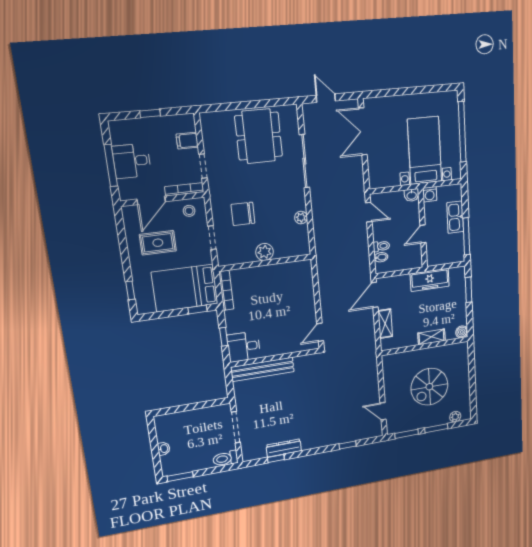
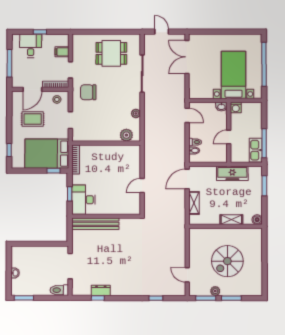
dining table: (259, 136) -> (111, 53), width x0.73
desk: (132, 161) -> (31, 46), moved, turned 90
chair: (243, 214) -> (88, 92), moved
kitchen sink: (455, 217) -> (256, 150), moved
plant: (265, 252) -> (126, 135), moved
door: (320, 332) -> (142, 186), moved
desk: (244, 347) -> (83, 200), width x1.37
plant: (455, 417) -> (215, 291), moved
dresser: (284, 448) -> (101, 290), width x0.70

